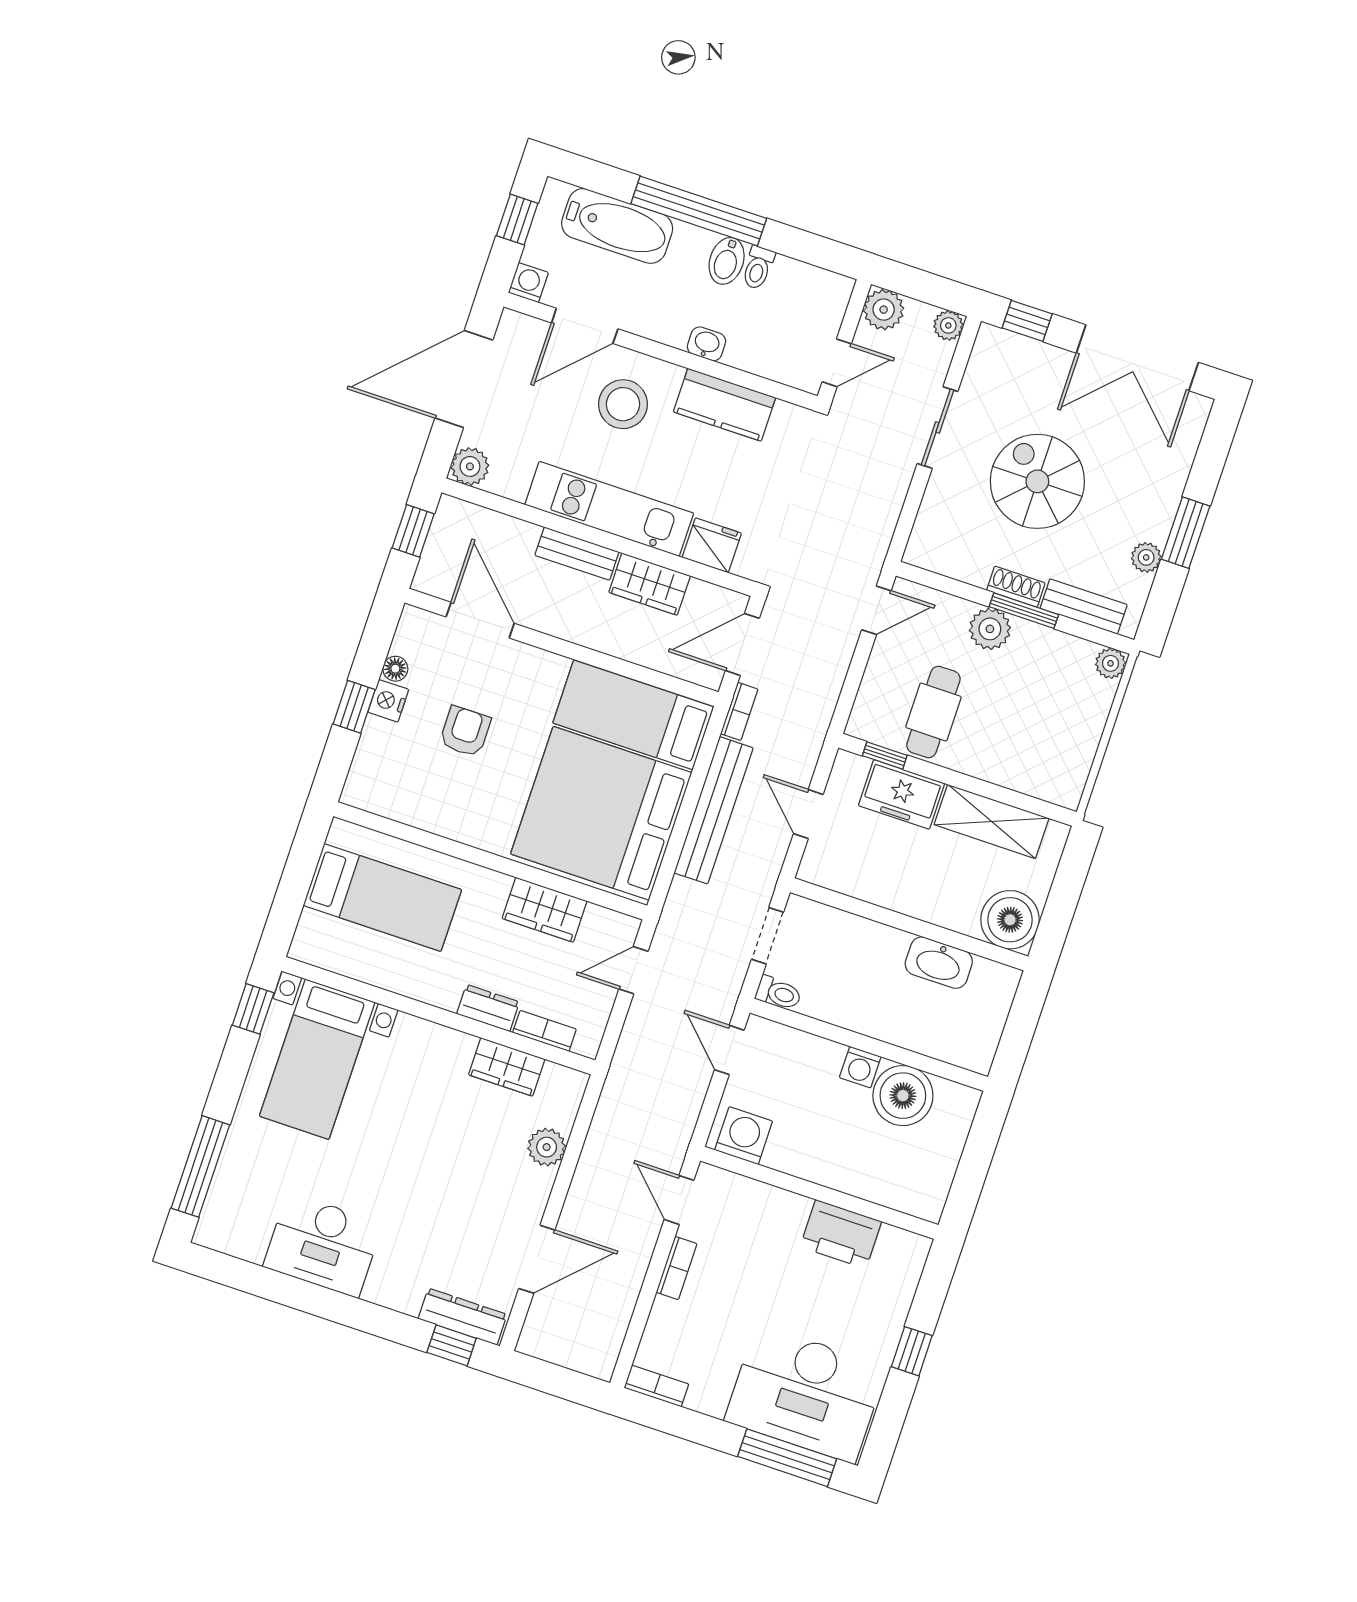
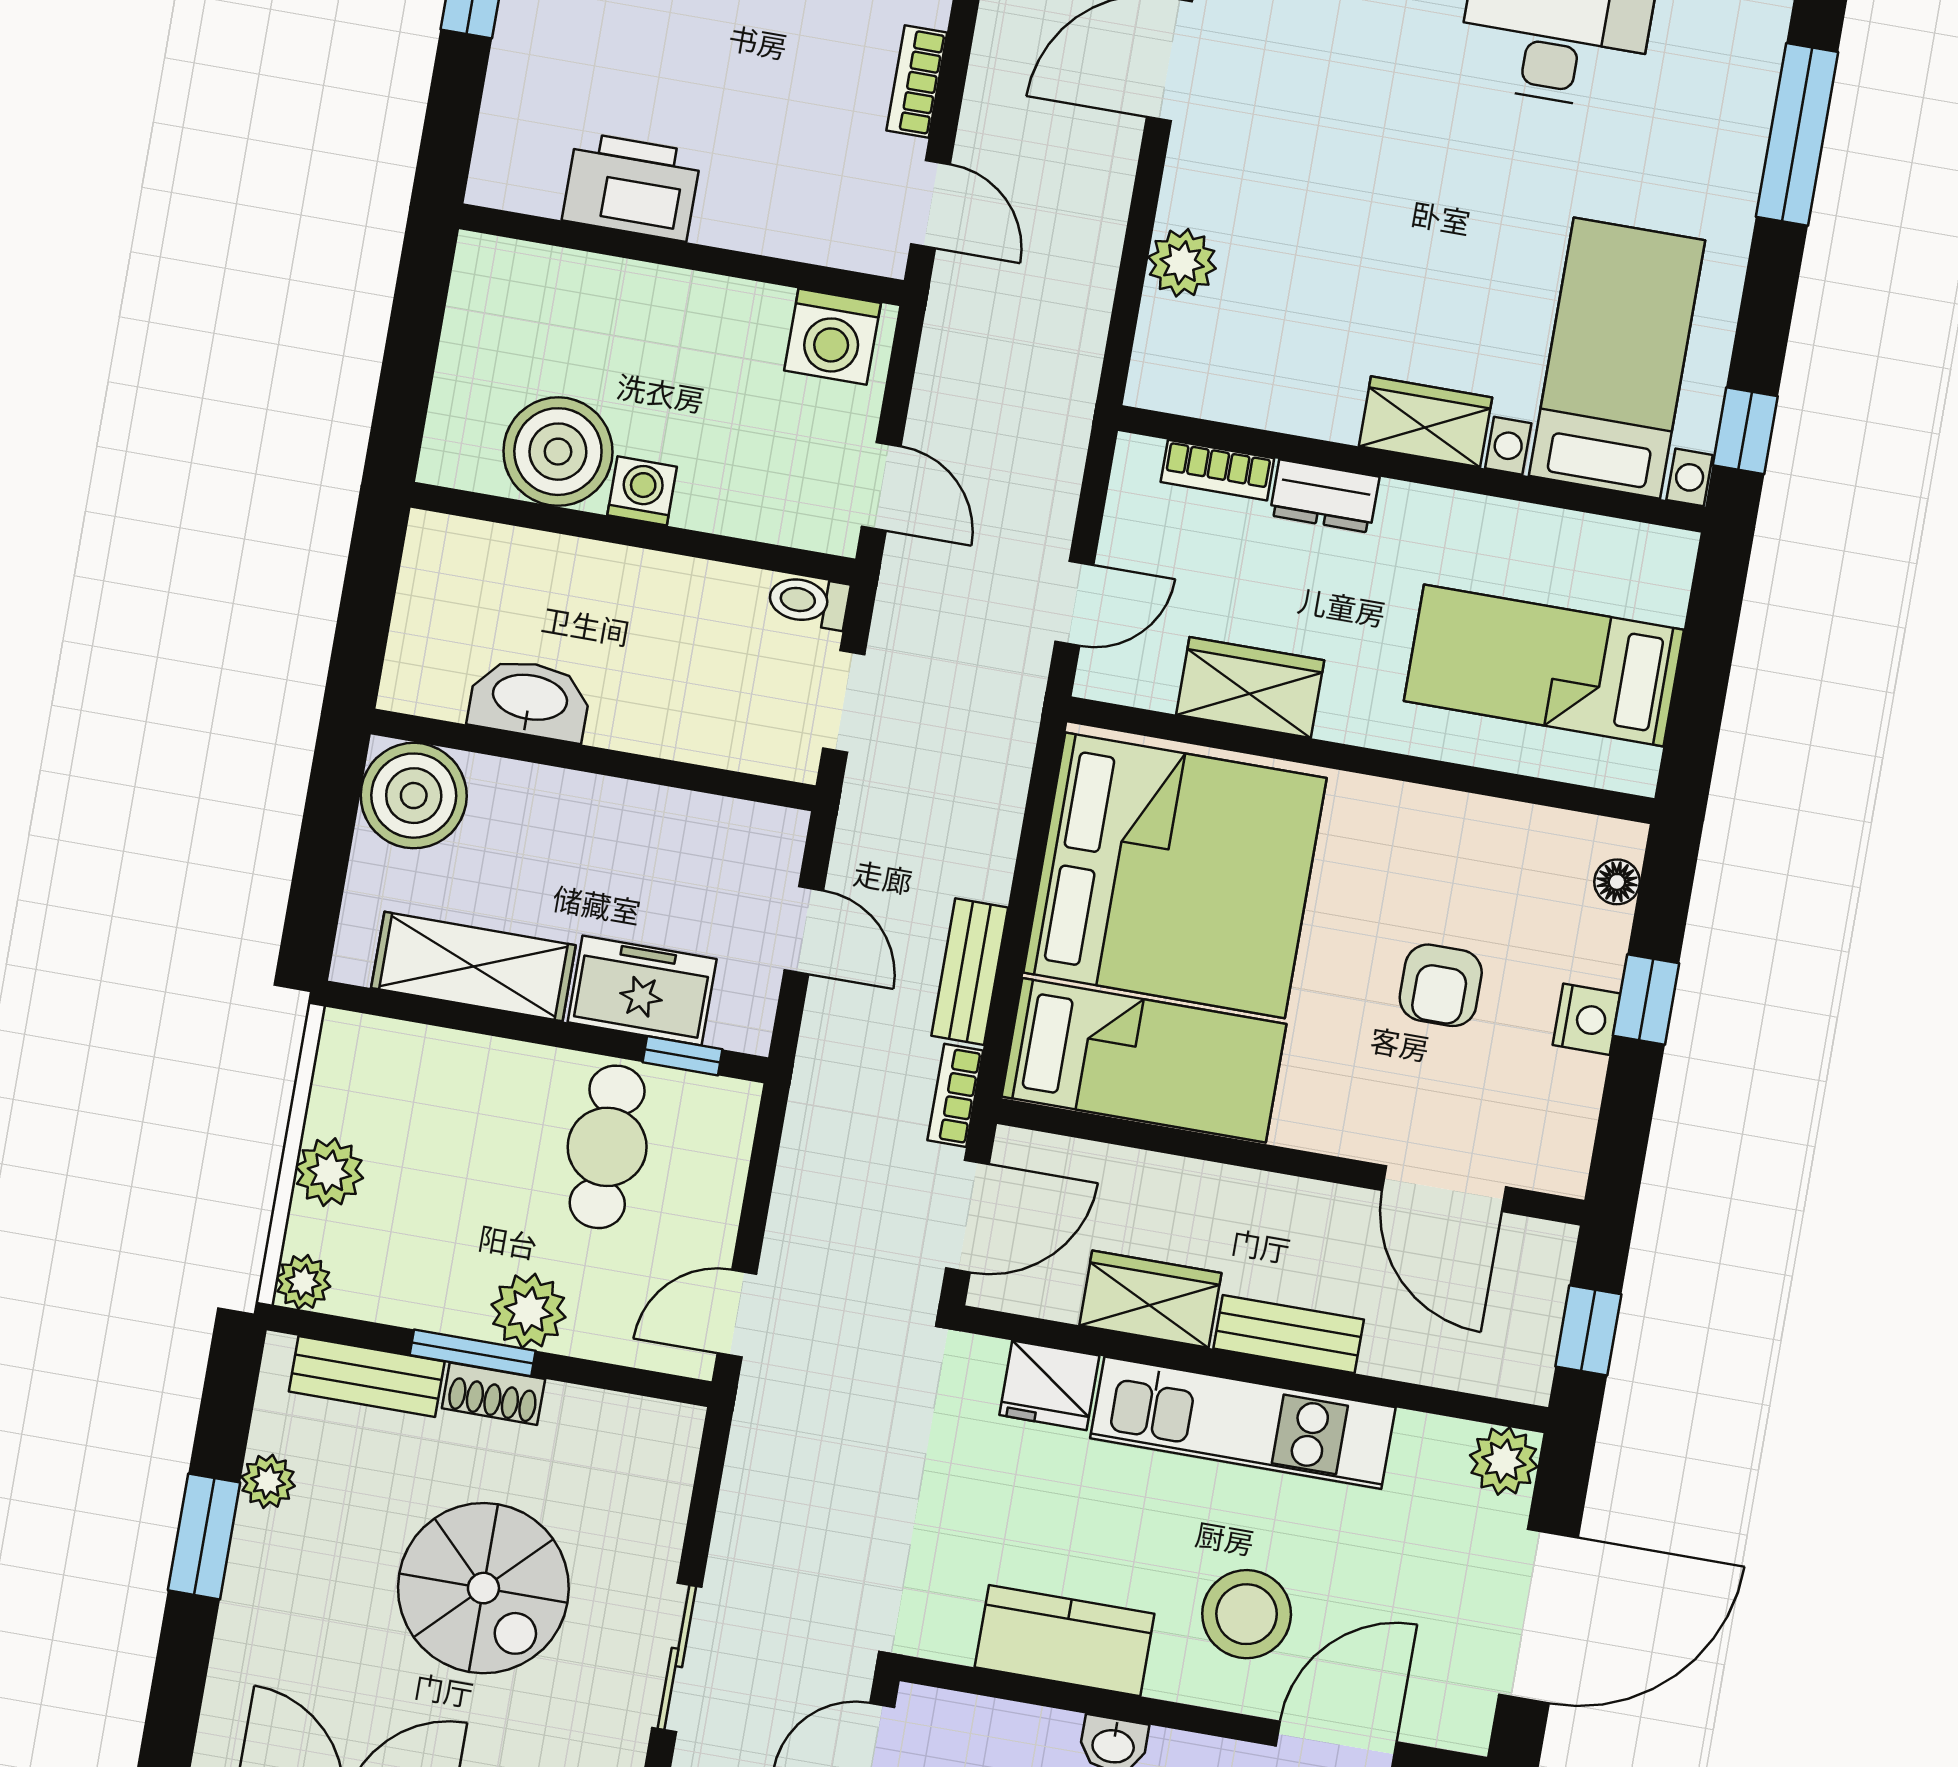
floor lamp: (395, 669) -> (1617, 882), moved
plant: (1087, 721) -> (329, 1172), added
bench: (713, 810) -> (970, 972), width x0.54, depth x0.82
wardrobe: (507, 1067) -> (1426, 422), moved

